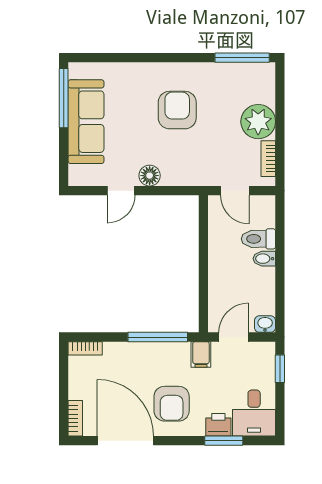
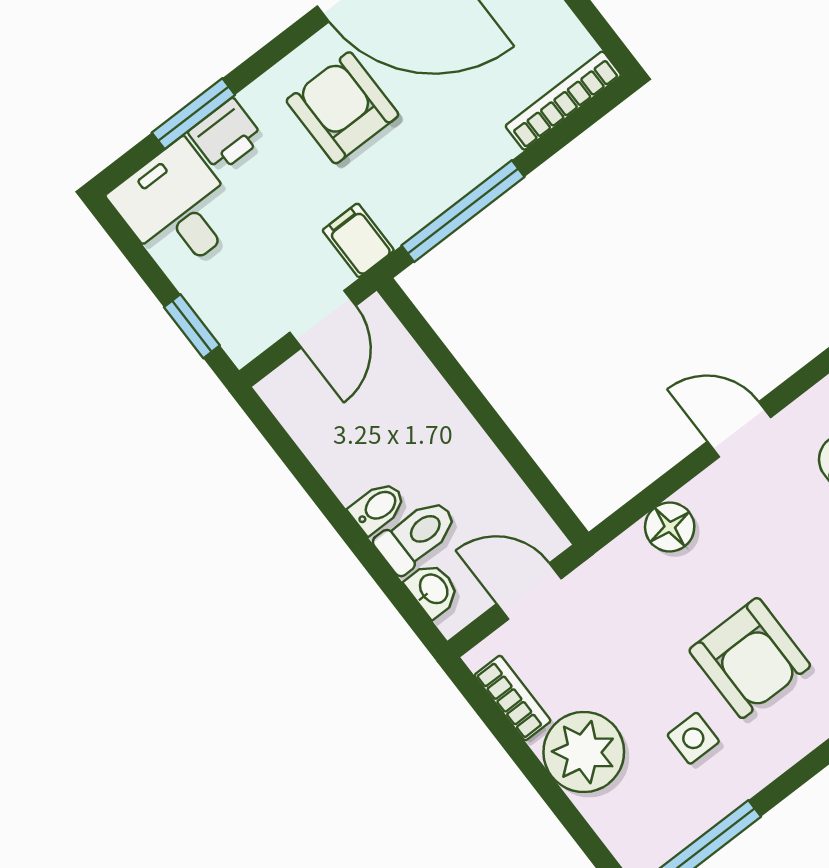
side table: (217, 98) -> (693, 738), added
floor lamp: (150, 176) -> (670, 527), moved
door: (121, 191) -> (739, 429), hinge flipped
washbasin: (265, 324) -> (433, 590), moved, turned -90
bookcase: (85, 348) -> (563, 101), width x1.56

